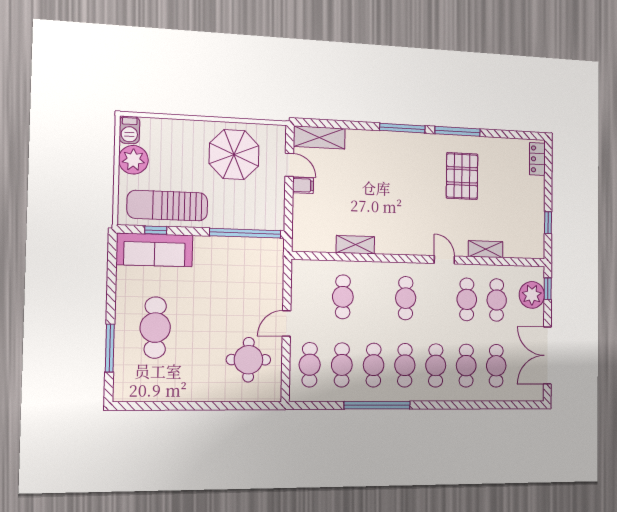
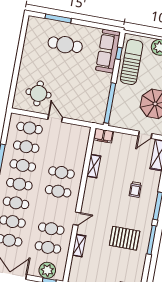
trolley: (382, 169) -> (135, 190), added
filing cabinet: (303, 185) -> (103, 136), moved, width x2.00
cafe table: (343, 297) -> (62, 172), moved

